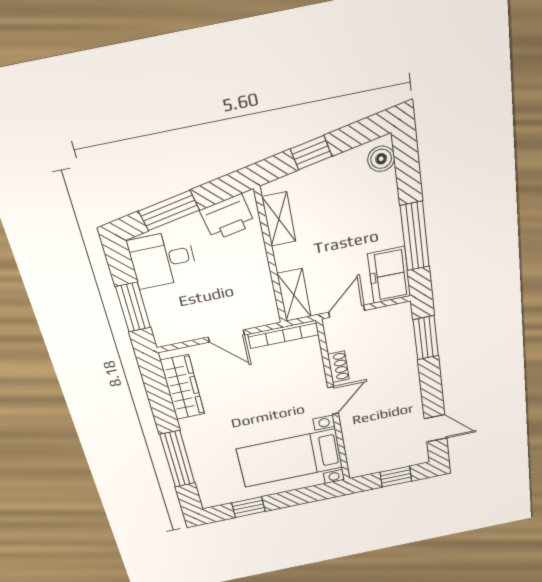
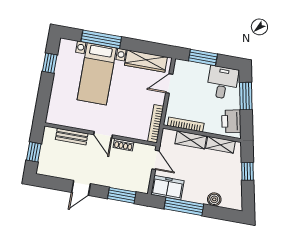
boiler: (381, 159) -> (214, 199), moved
bookcase: (265, 289) -> (186, 125), added
shelving: (294, 295) -> (191, 140), moved
door: (226, 336) -> (169, 84), moved
door: (436, 428) -> (81, 188), moved
bench: (353, 440) -> (72, 137), added
bed with nightstands: (290, 458) -> (97, 74), moved, turned 180

